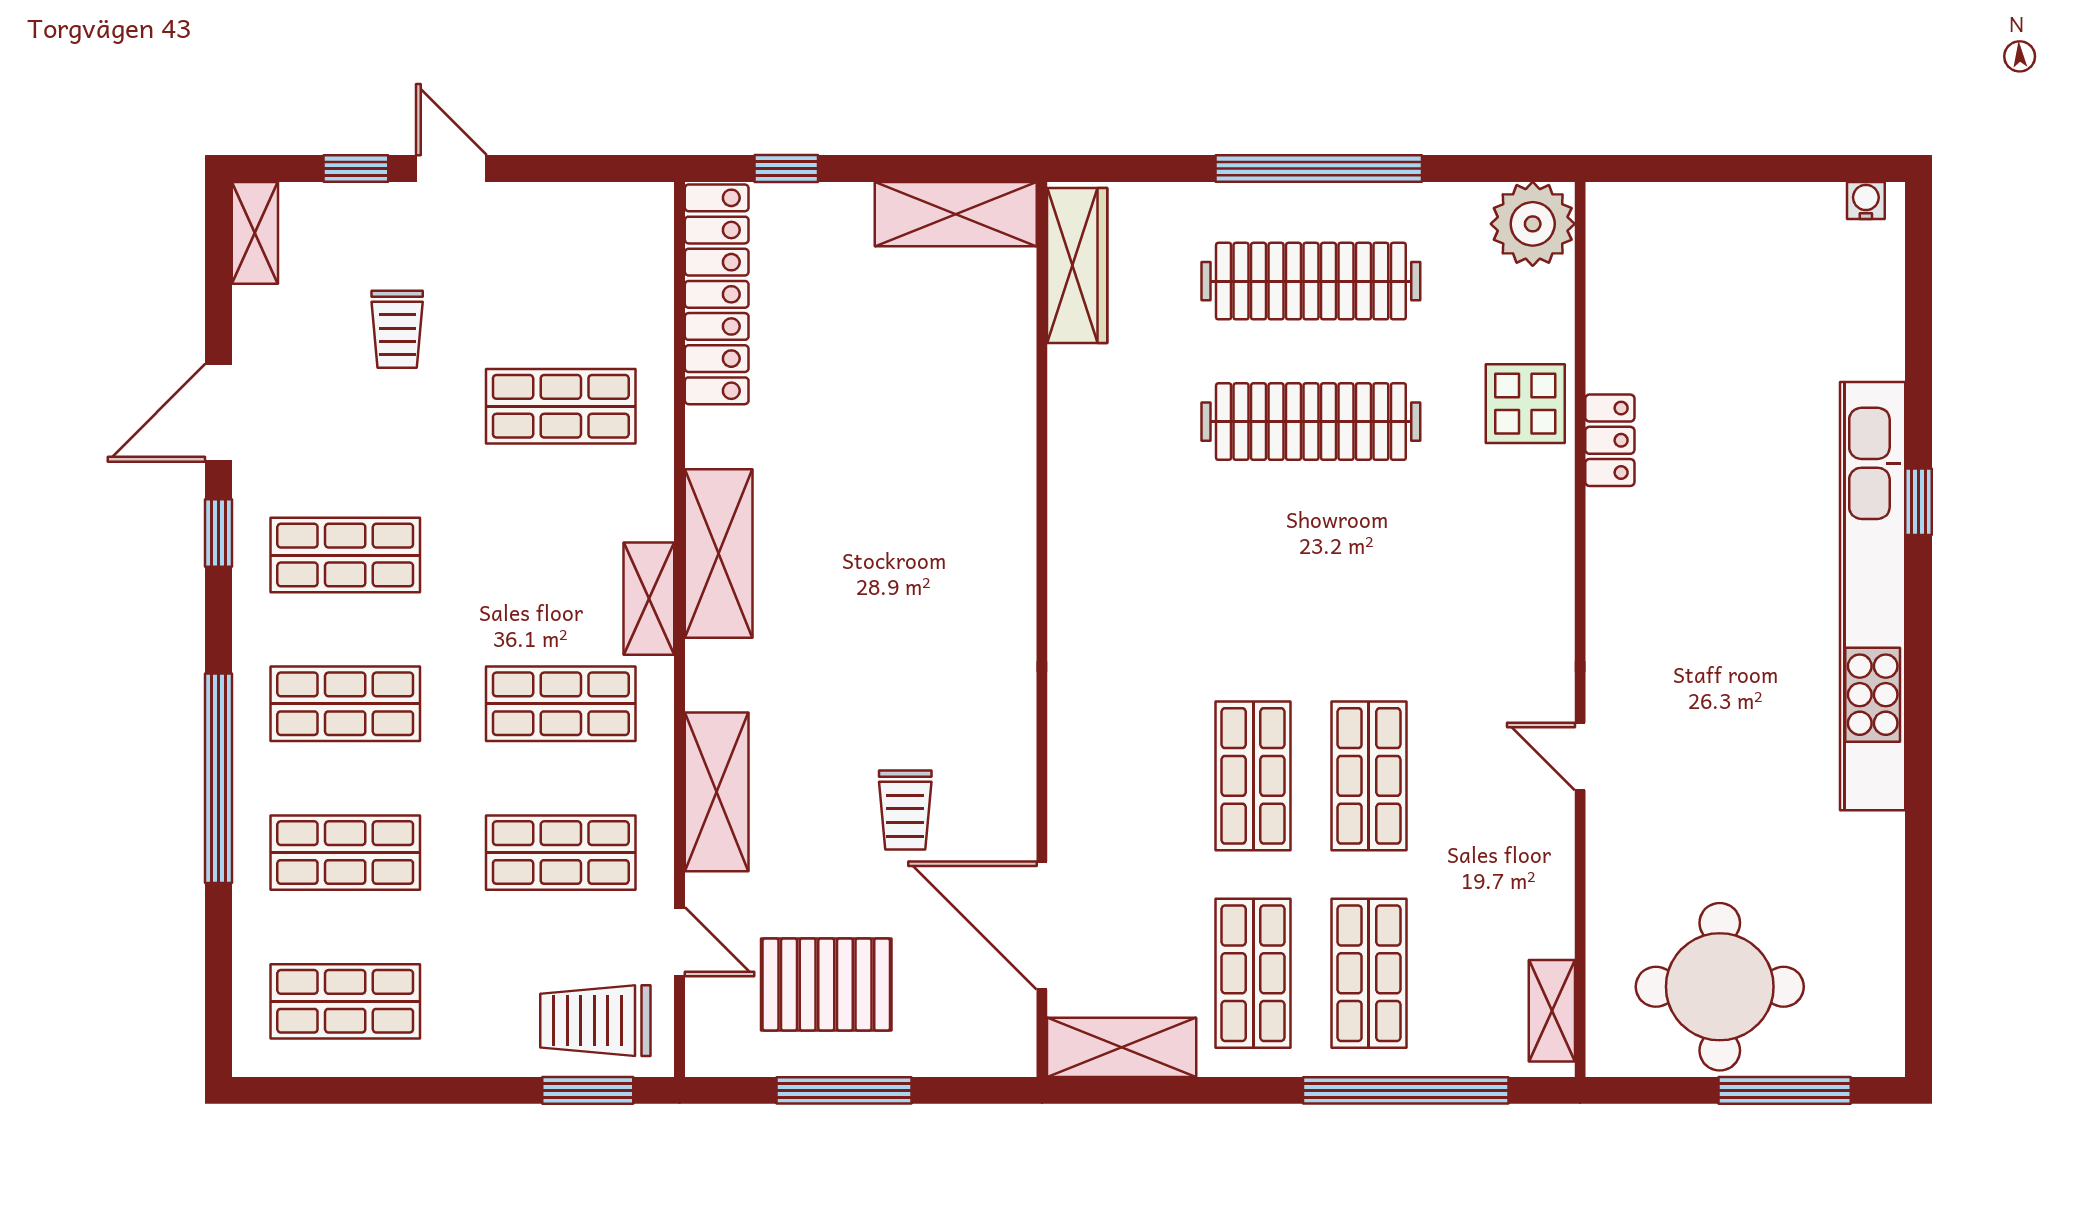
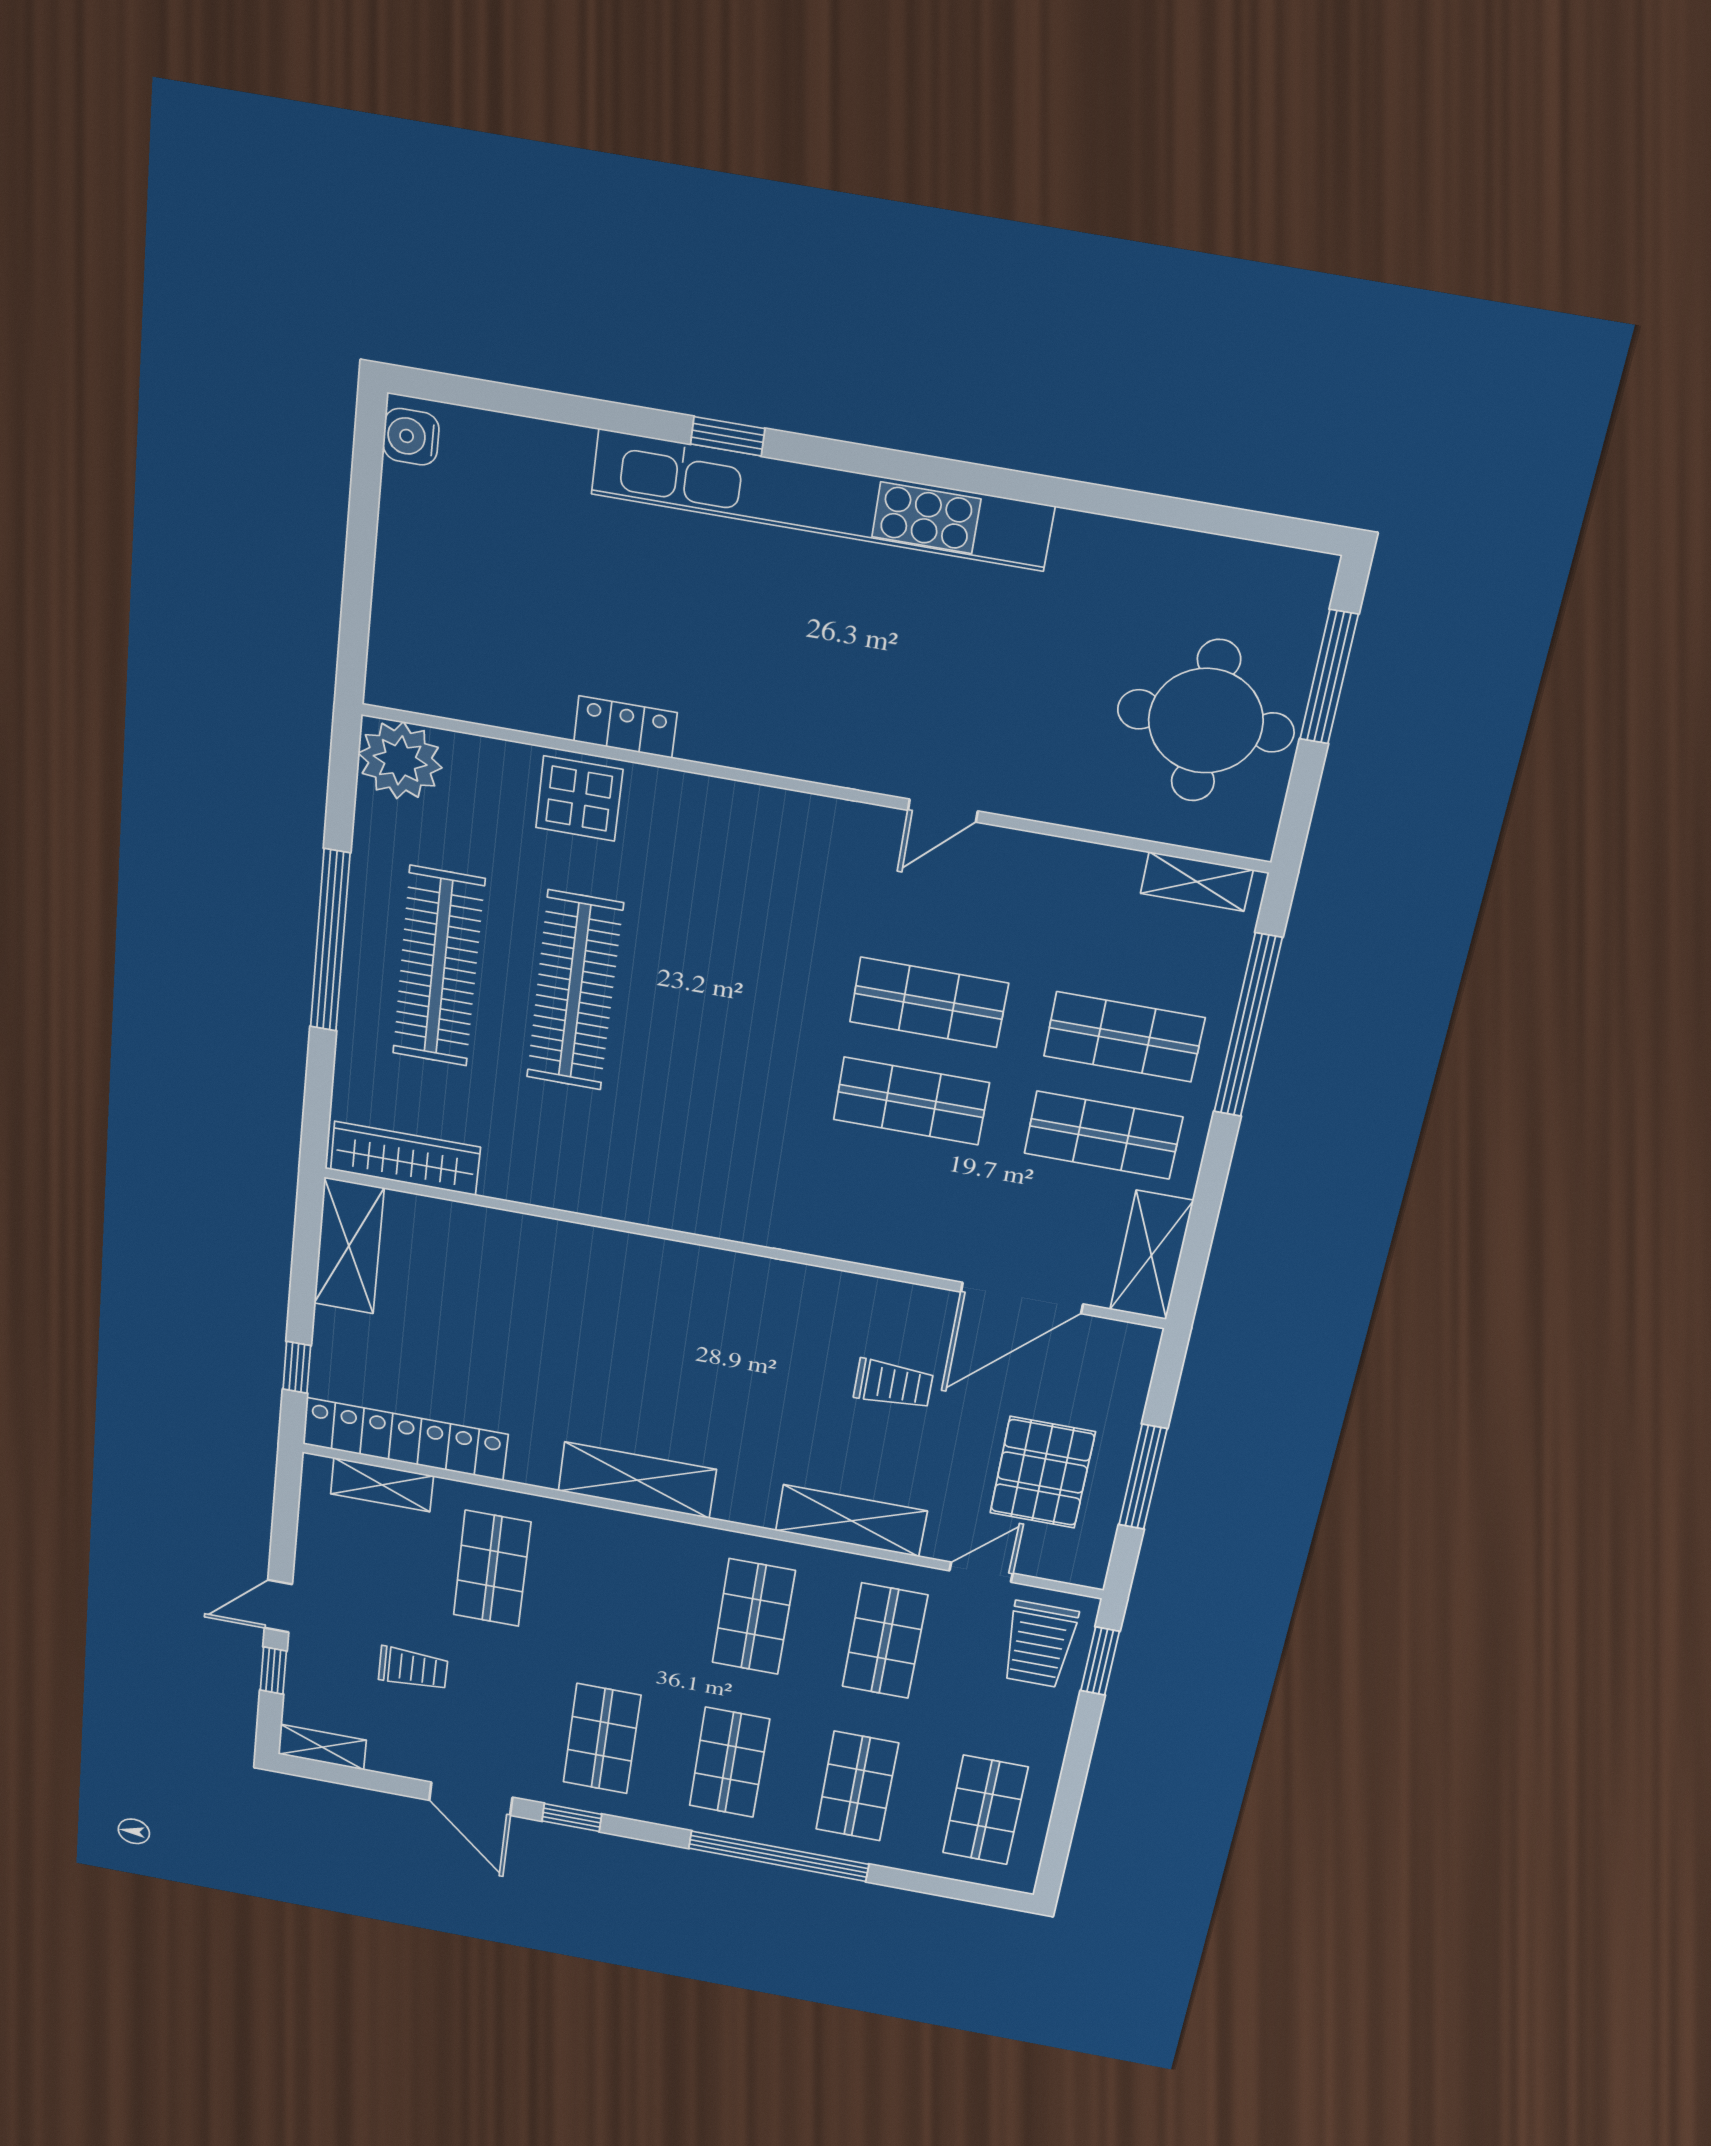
water cooler: (1866, 200) -> (411, 437), width x1.38, depth x1.38
shelving: (649, 599) -> (382, 1485), moved

